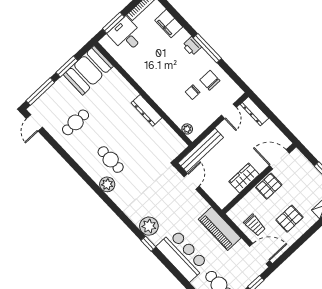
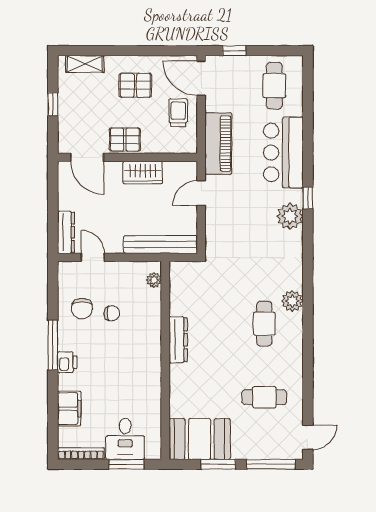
door: (229, 111) -> (93, 257), hinge flipped
door: (192, 181) -> (201, 193), moved

